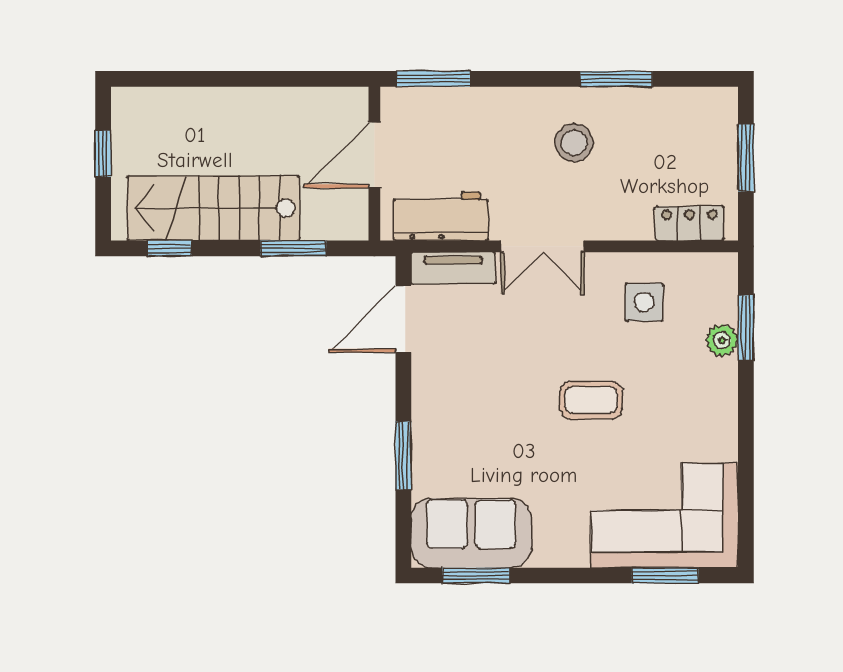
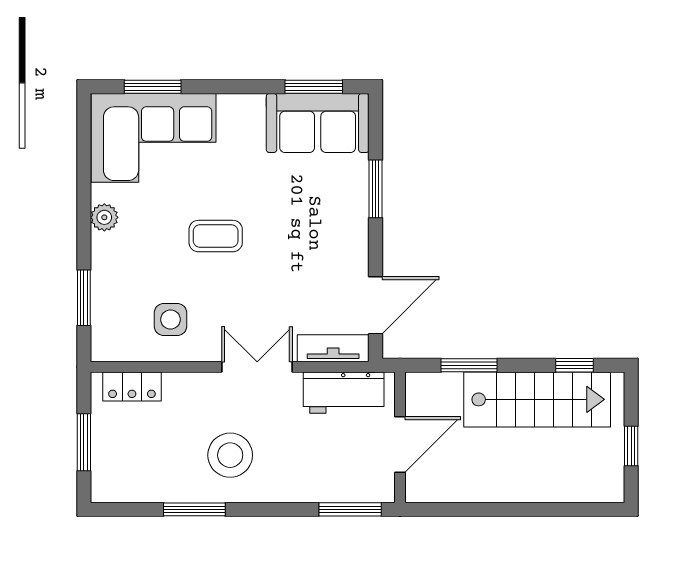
stool: (574, 143) -> (230, 455), width x1.38, depth x1.38
plant: (722, 340) -> (104, 217), moved

